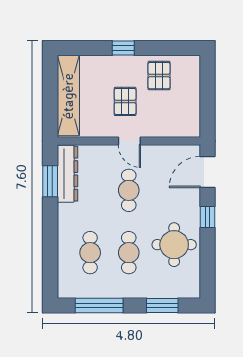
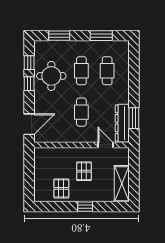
shelving: (68, 96) -> (122, 184), width x0.68
door: (129, 141) -> (105, 145), moved
window: (207, 217) -> (29, 84), moved
window: (207, 265) -> (29, 63), added
window: (99, 305) -> (101, 36), width x0.69

